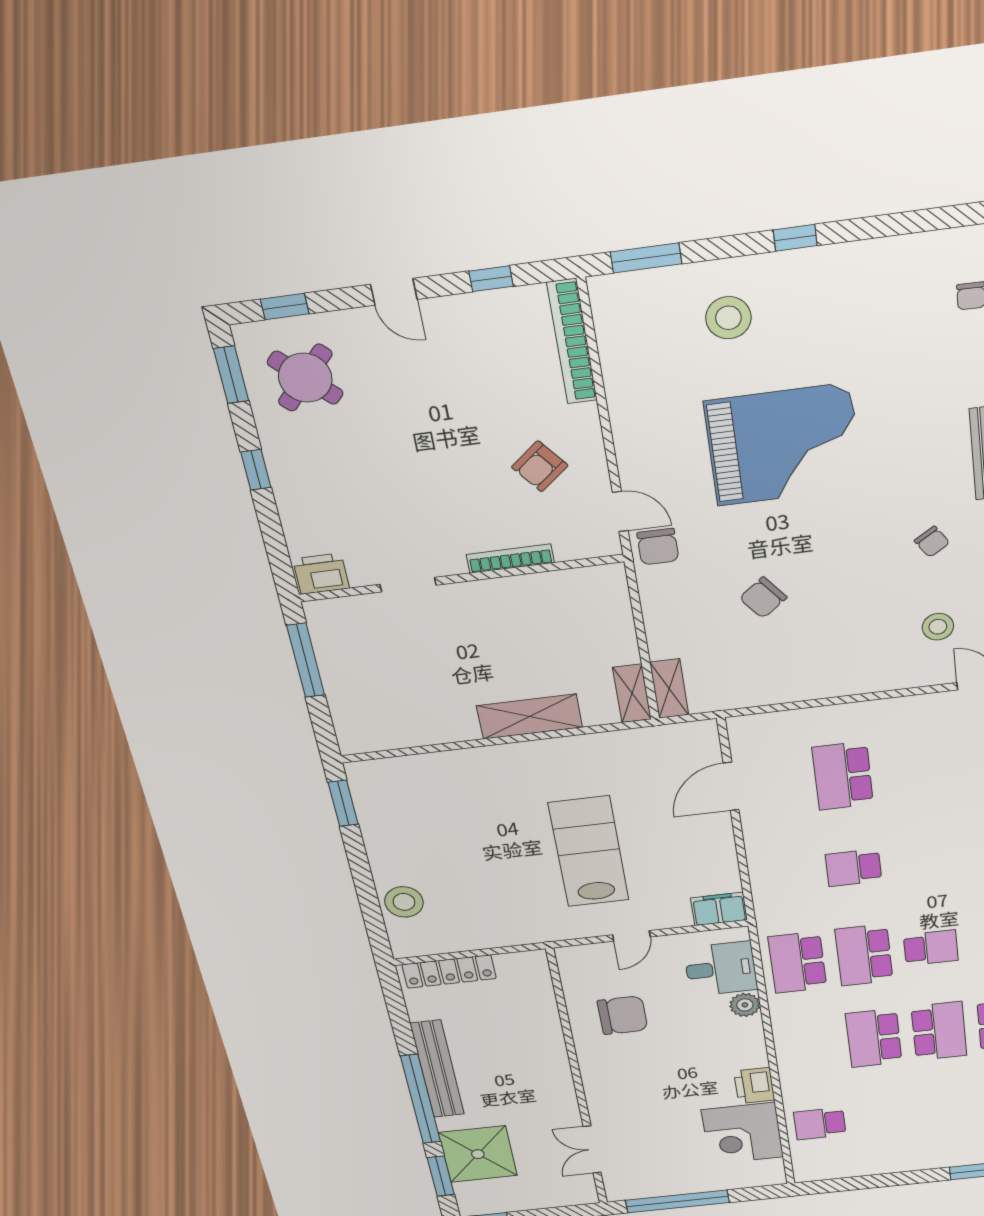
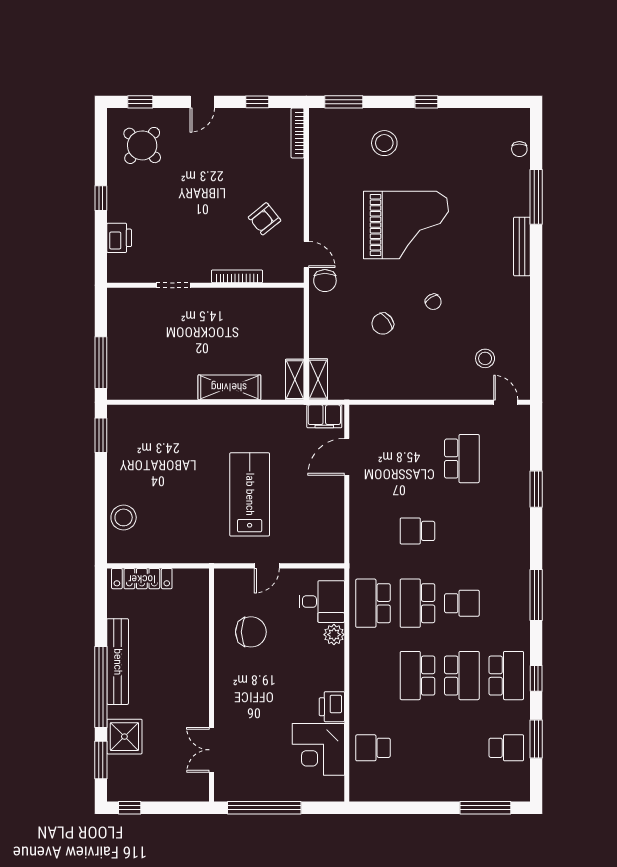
door: (394, 292) -> (202, 102), hinge flipped
bookcase: (572, 342) -> (298, 133), width x0.68, depth x0.76
window: (231, 375) -> (101, 138), removed
chair: (932, 542) -> (433, 302), moved
printer: (321, 574) -> (119, 238), moved, turned 90
window: (306, 660) -> (101, 363), moved
school desk: (843, 776) -> (462, 459), moved, turned 180
filing cabinet: (719, 909) -> (324, 416), moved, turned 180
shower: (478, 1154) -> (124, 737), width x0.73, depth x0.73

